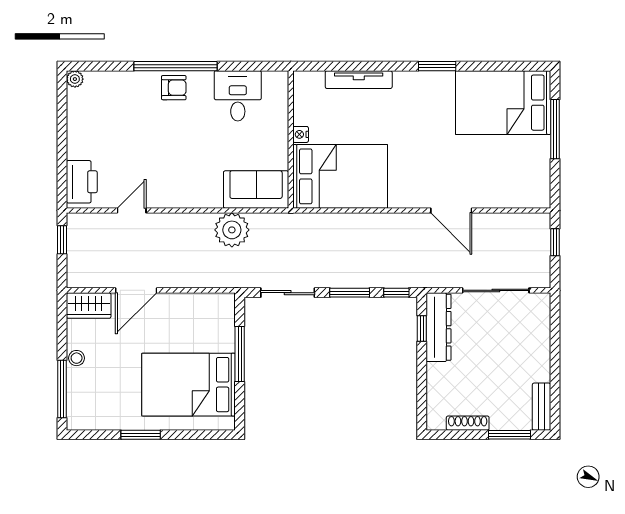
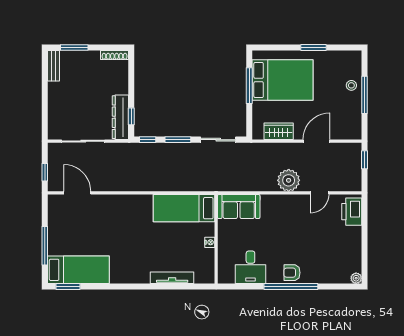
window: (437, 66) -> (68, 287), moved
bed: (503, 103) -> (78, 270), width x0.67
bed: (340, 176) -> (184, 208), width x0.67
door: (451, 211) -> (77, 193), moved
plant: (232, 230) -> (289, 180), moved
window: (62, 240) -> (365, 160), moved
wardrobe: (89, 306) -> (279, 131), moved
window: (240, 354) -> (249, 86), moved
stool: (77, 358) -> (351, 85), moved
window: (62, 389) -> (365, 95), moved
shoe rack: (468, 423) -> (115, 55), moved

